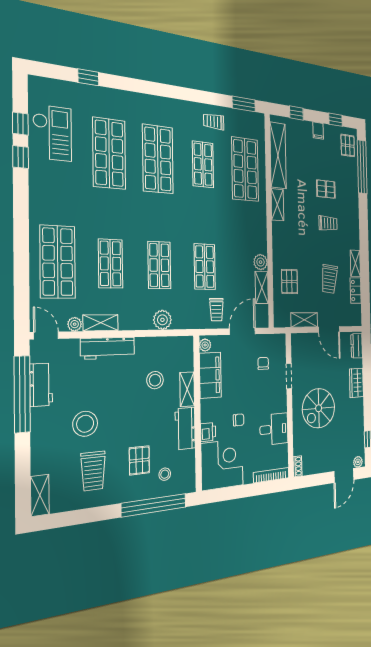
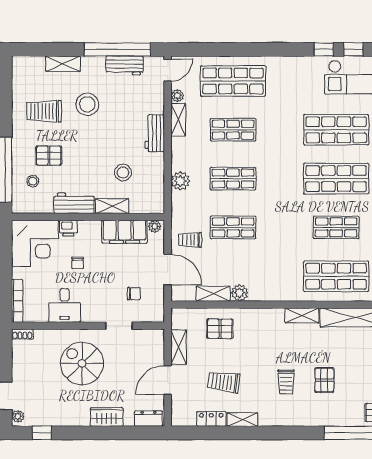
workbench: (108, 348) -> (155, 133), width x0.73
shelving: (40, 495) -> (63, 64), moved

